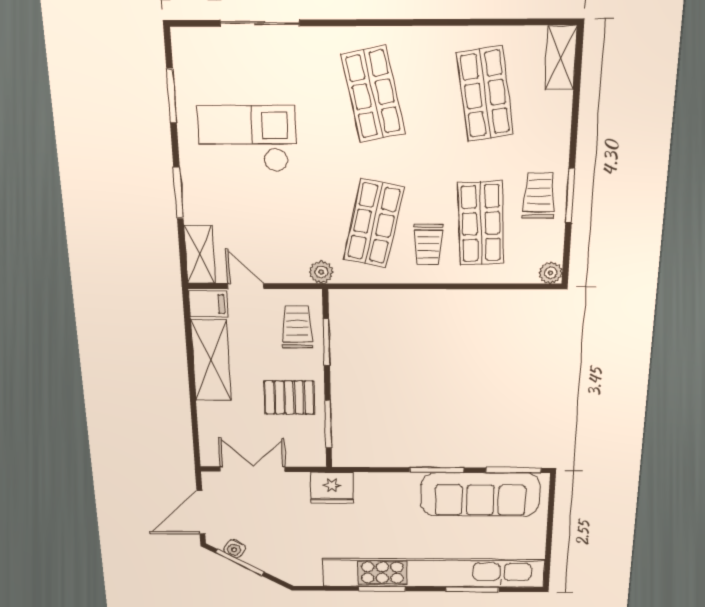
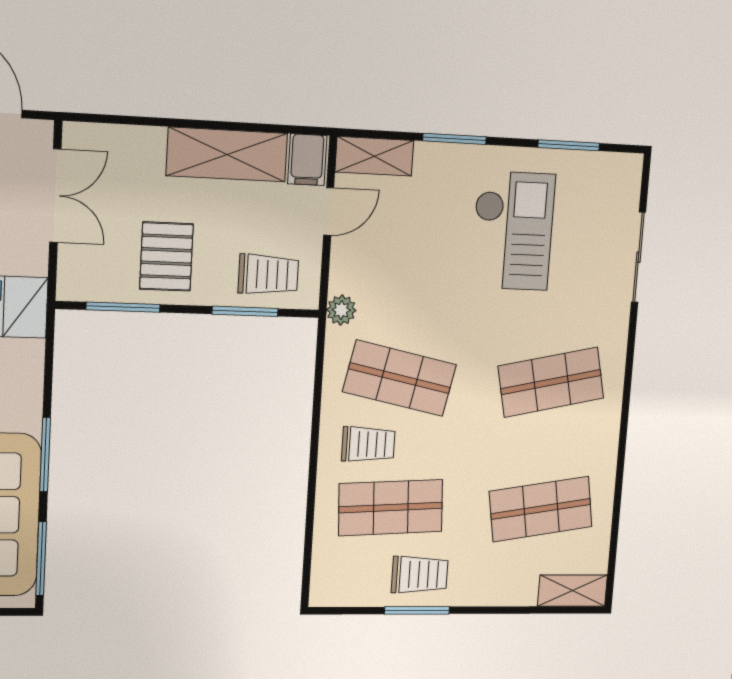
trolley: (428, 245) -> (368, 444), turned 180
plant: (551, 273) -> (323, 593), removed

